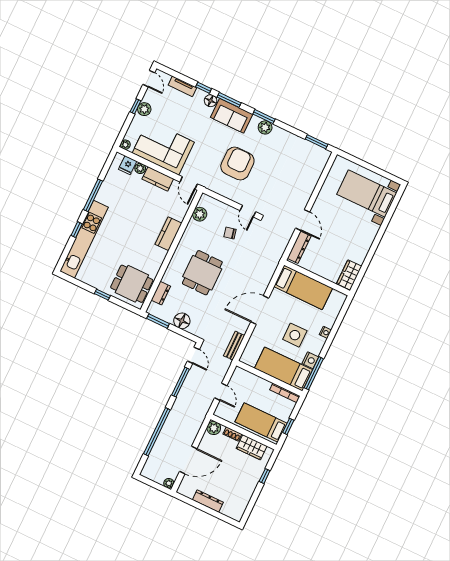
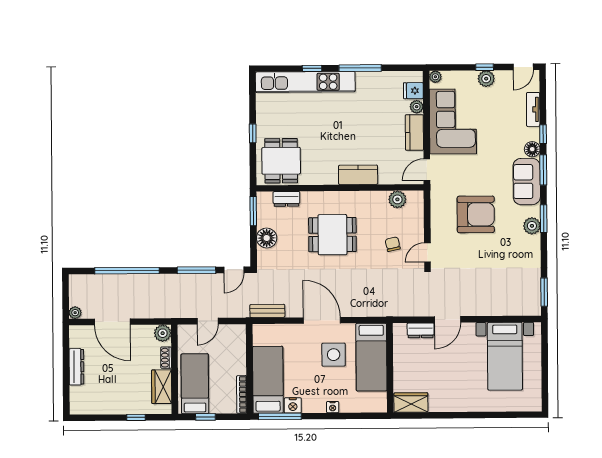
bed with nightstands: (367, 194) -> (505, 356), moved, turned 180
dresser: (299, 247) -> (421, 330), width x0.70
side table: (295, 335) -> (334, 355), moved

